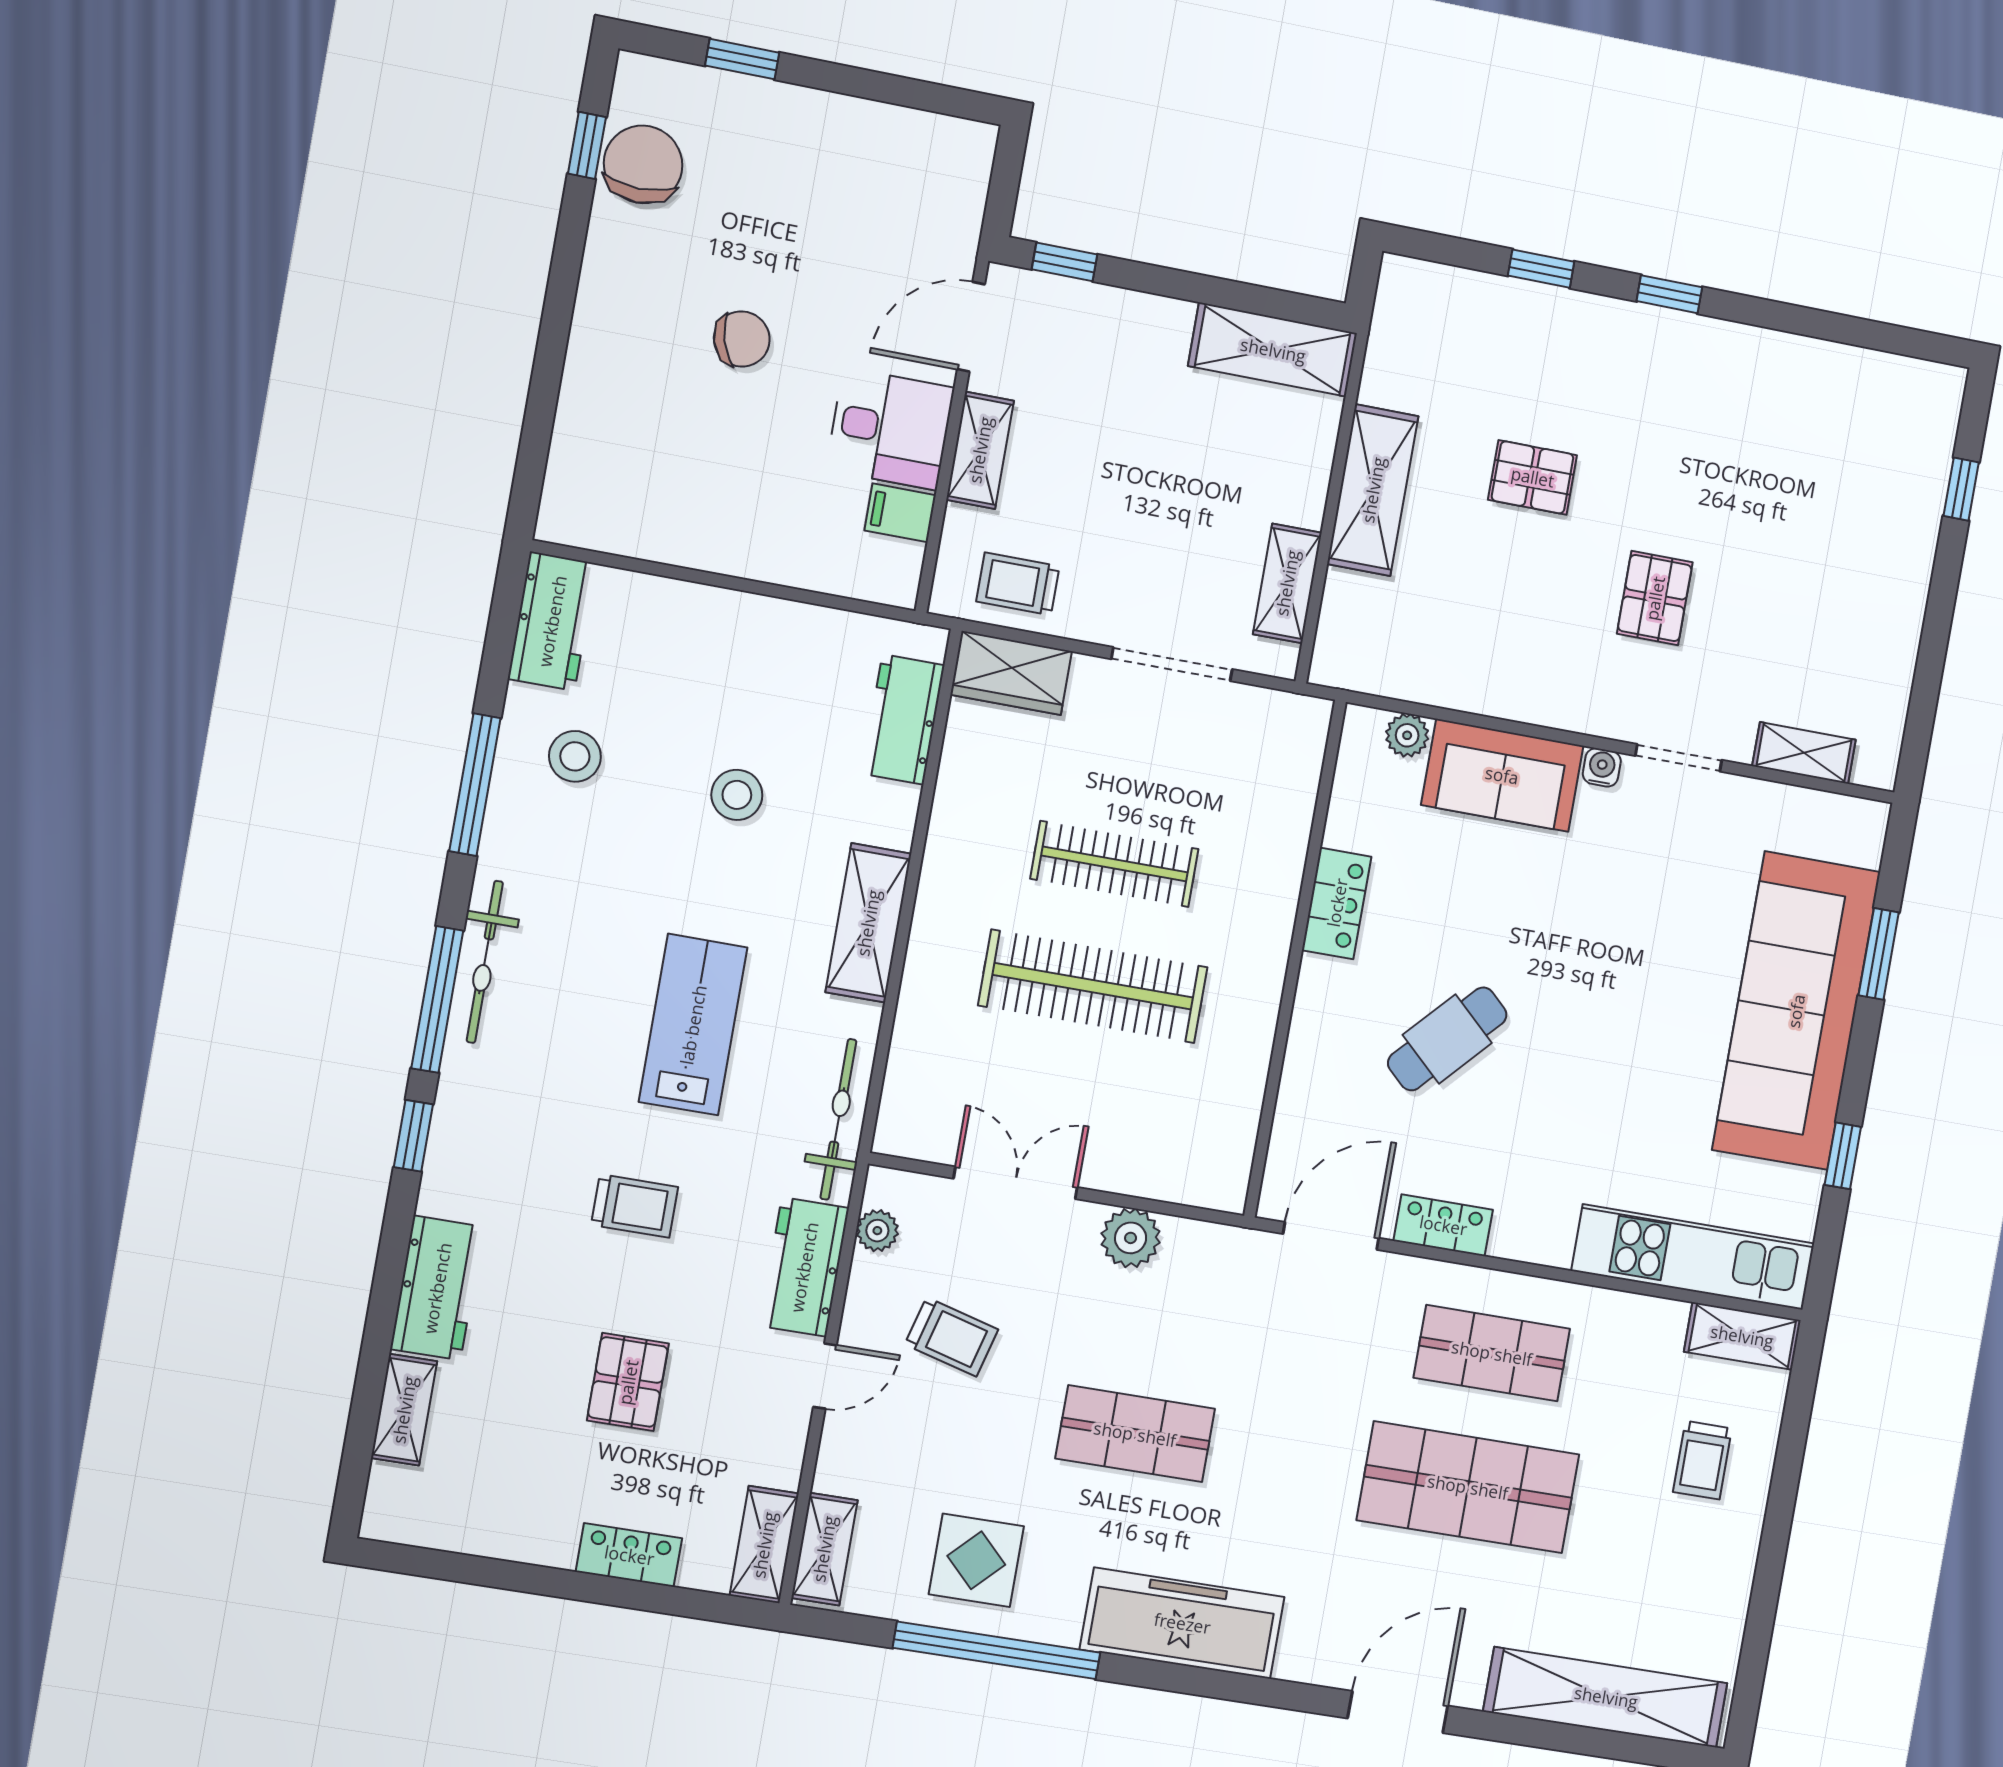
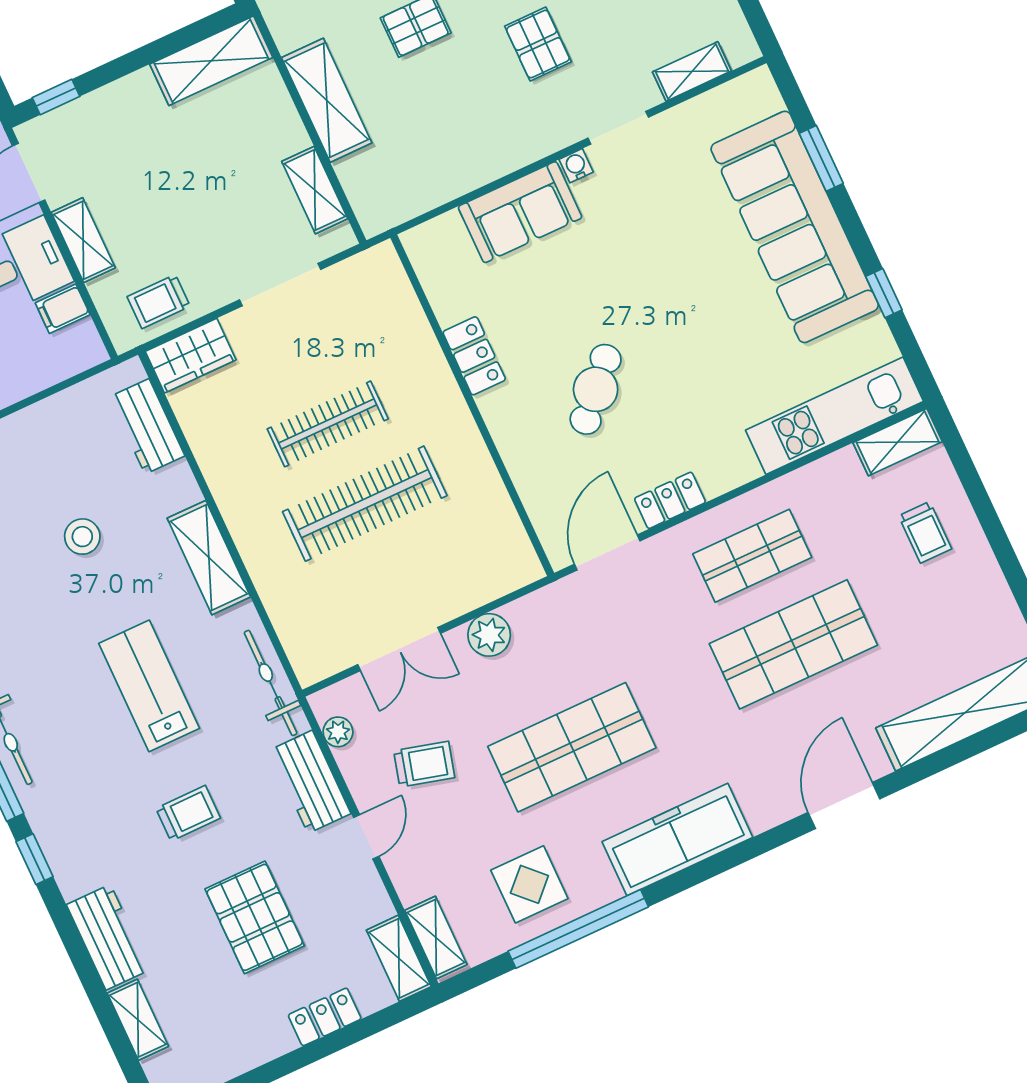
plant: (1407, 735) -> (447, 228), removed
double door: (1015, 1183) -> (399, 649), swing flipped
pallet: (628, 1382) -> (255, 917), width x1.50, depth x1.42
shop shelf: (1135, 1434) -> (572, 747), width x1.43, depth x1.36

